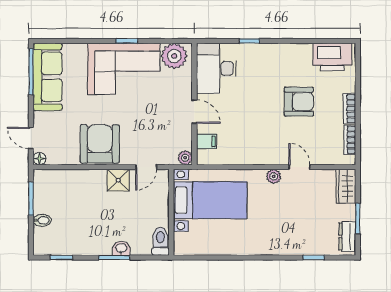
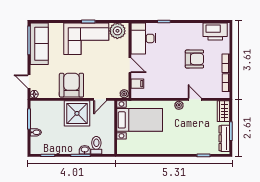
shower: (118, 180) -> (77, 113), width x1.86, depth x1.86
dresser: (347, 236) -> (224, 138), width x1.44
toilet: (160, 241) -> (96, 145), moved

